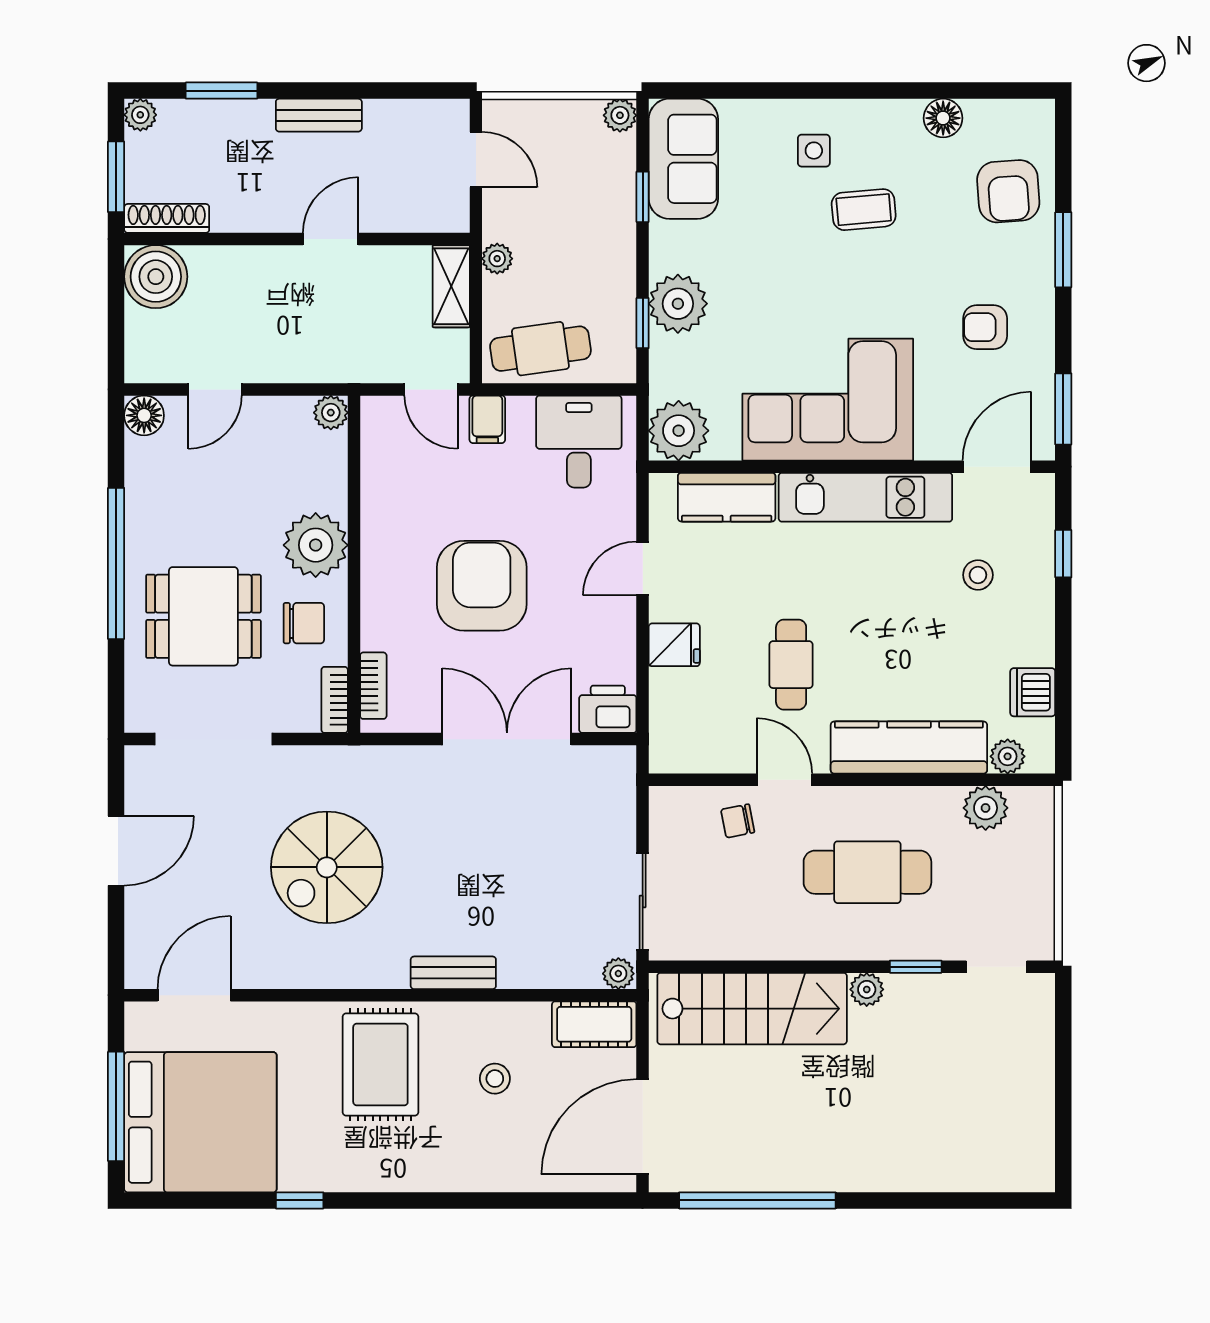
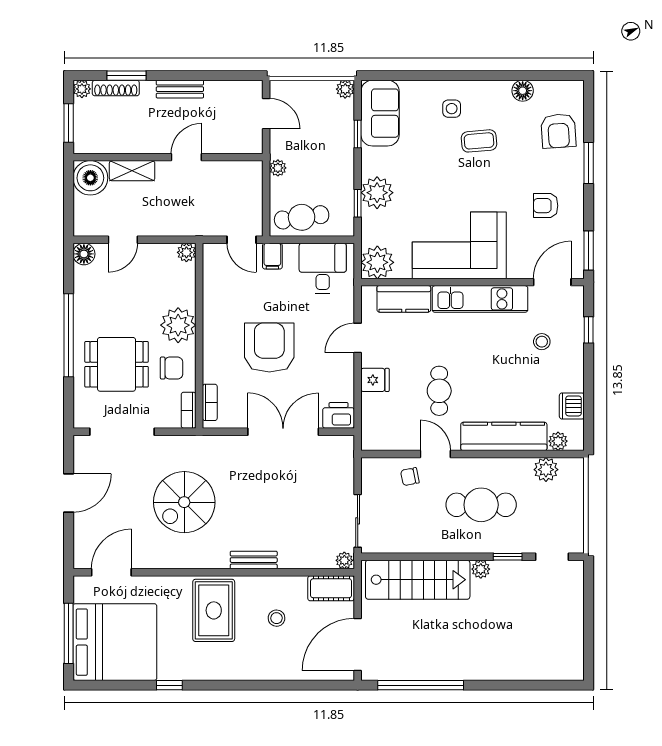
shoe rack: (167, 218) -> (116, 88), moved, turned 180
shelving: (451, 286) -> (132, 171), moved, turned 90

